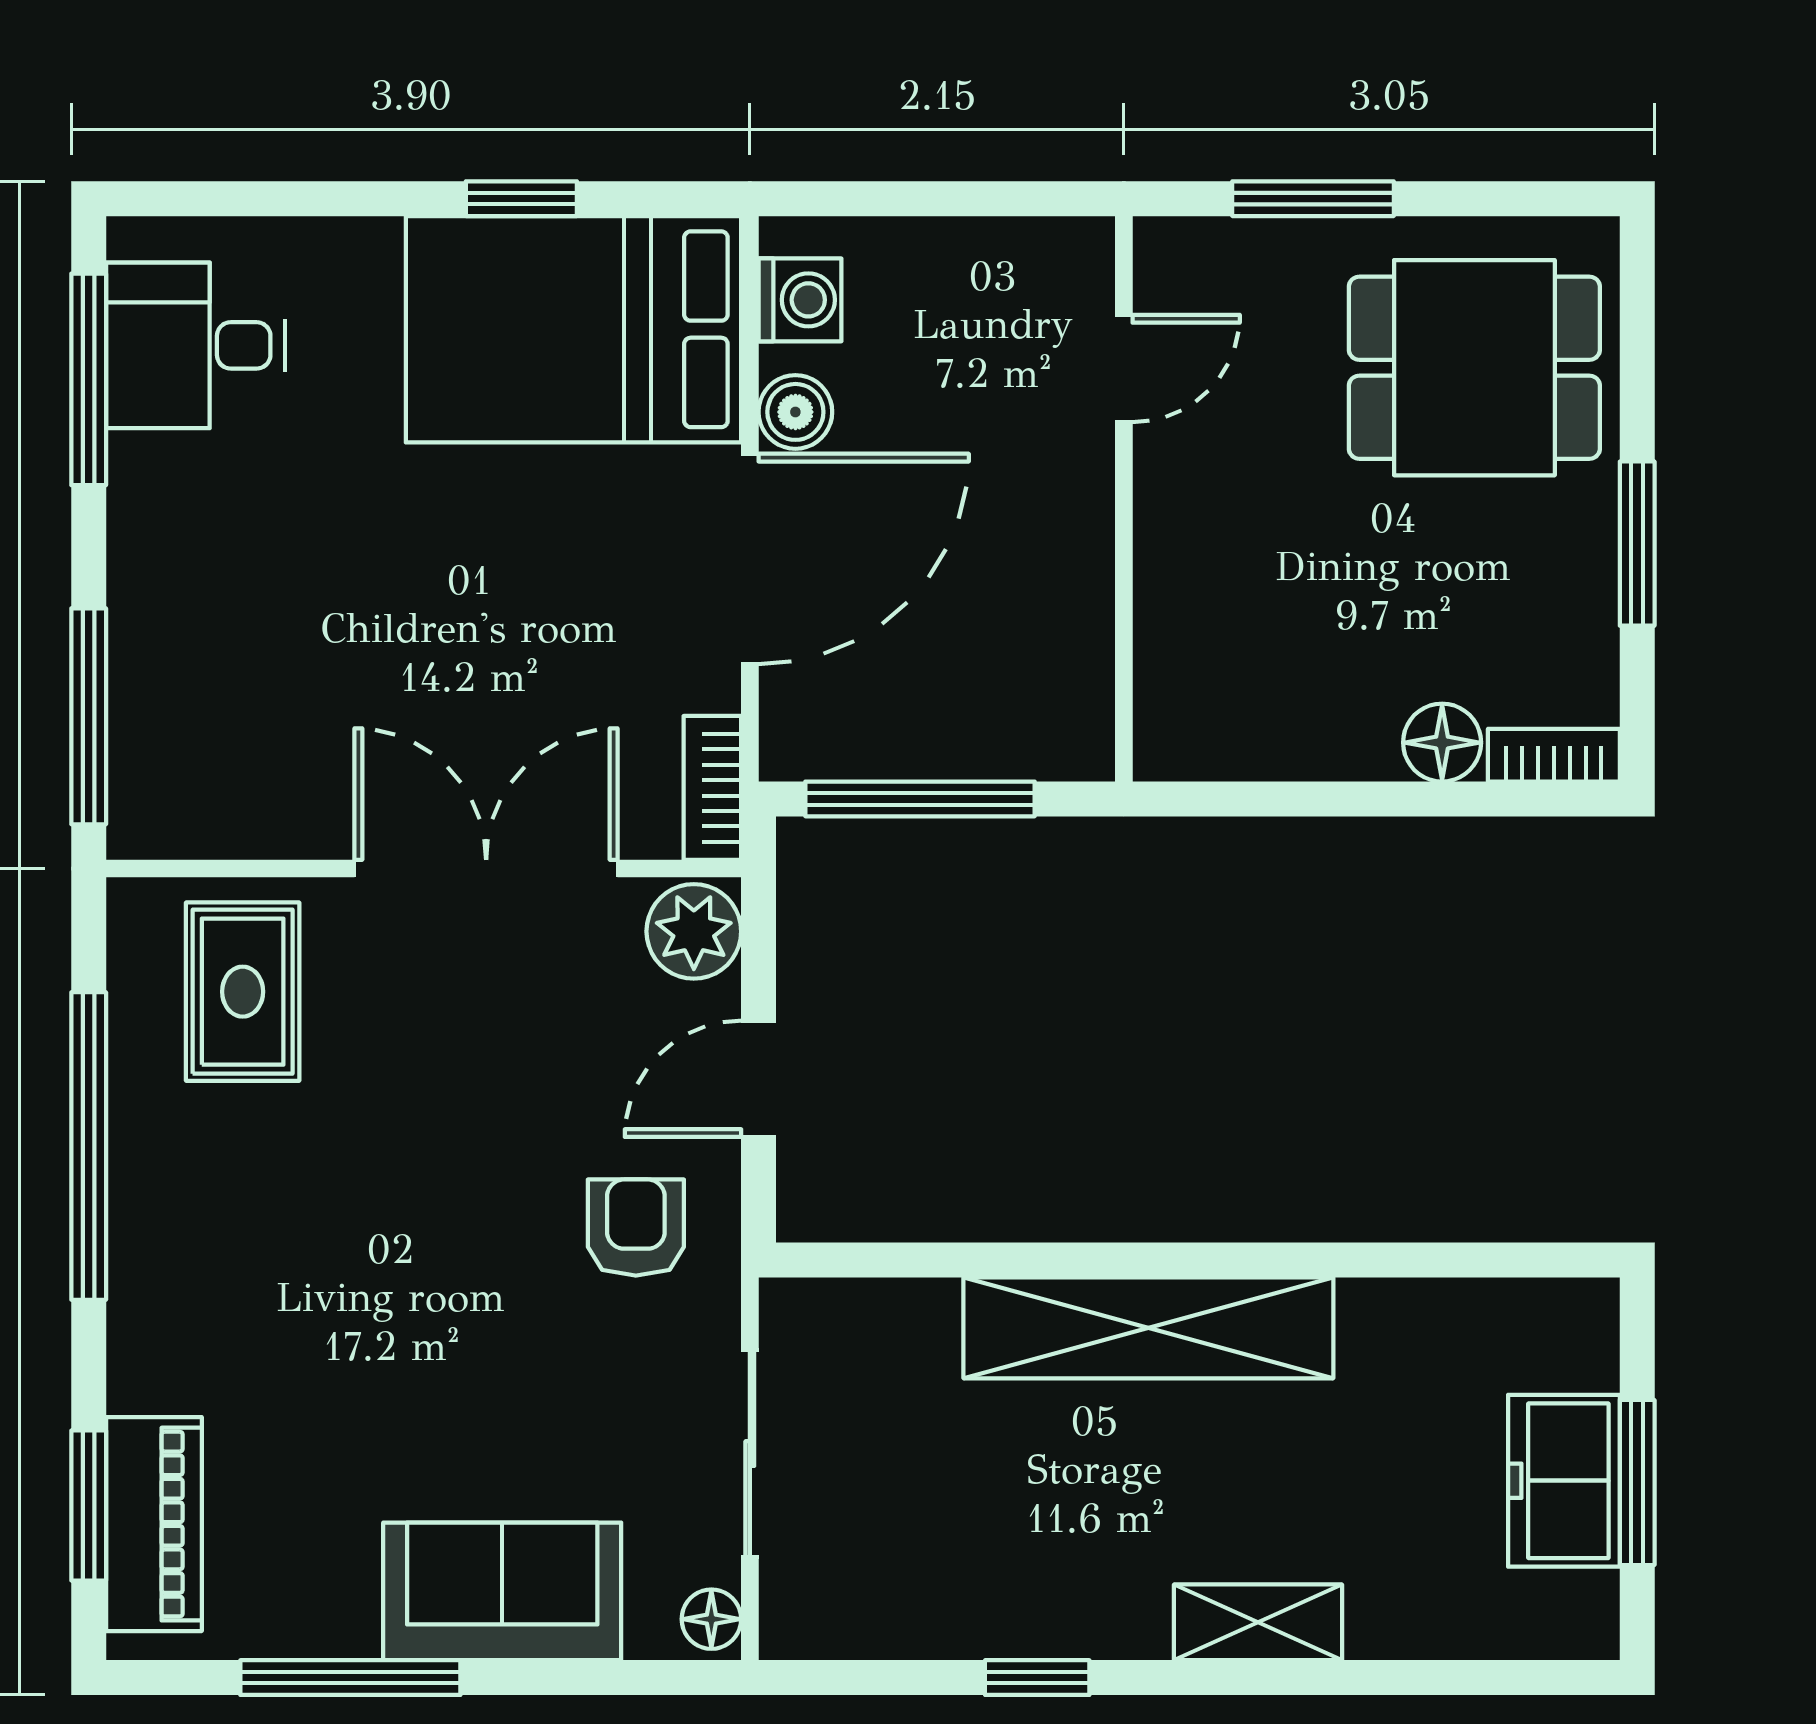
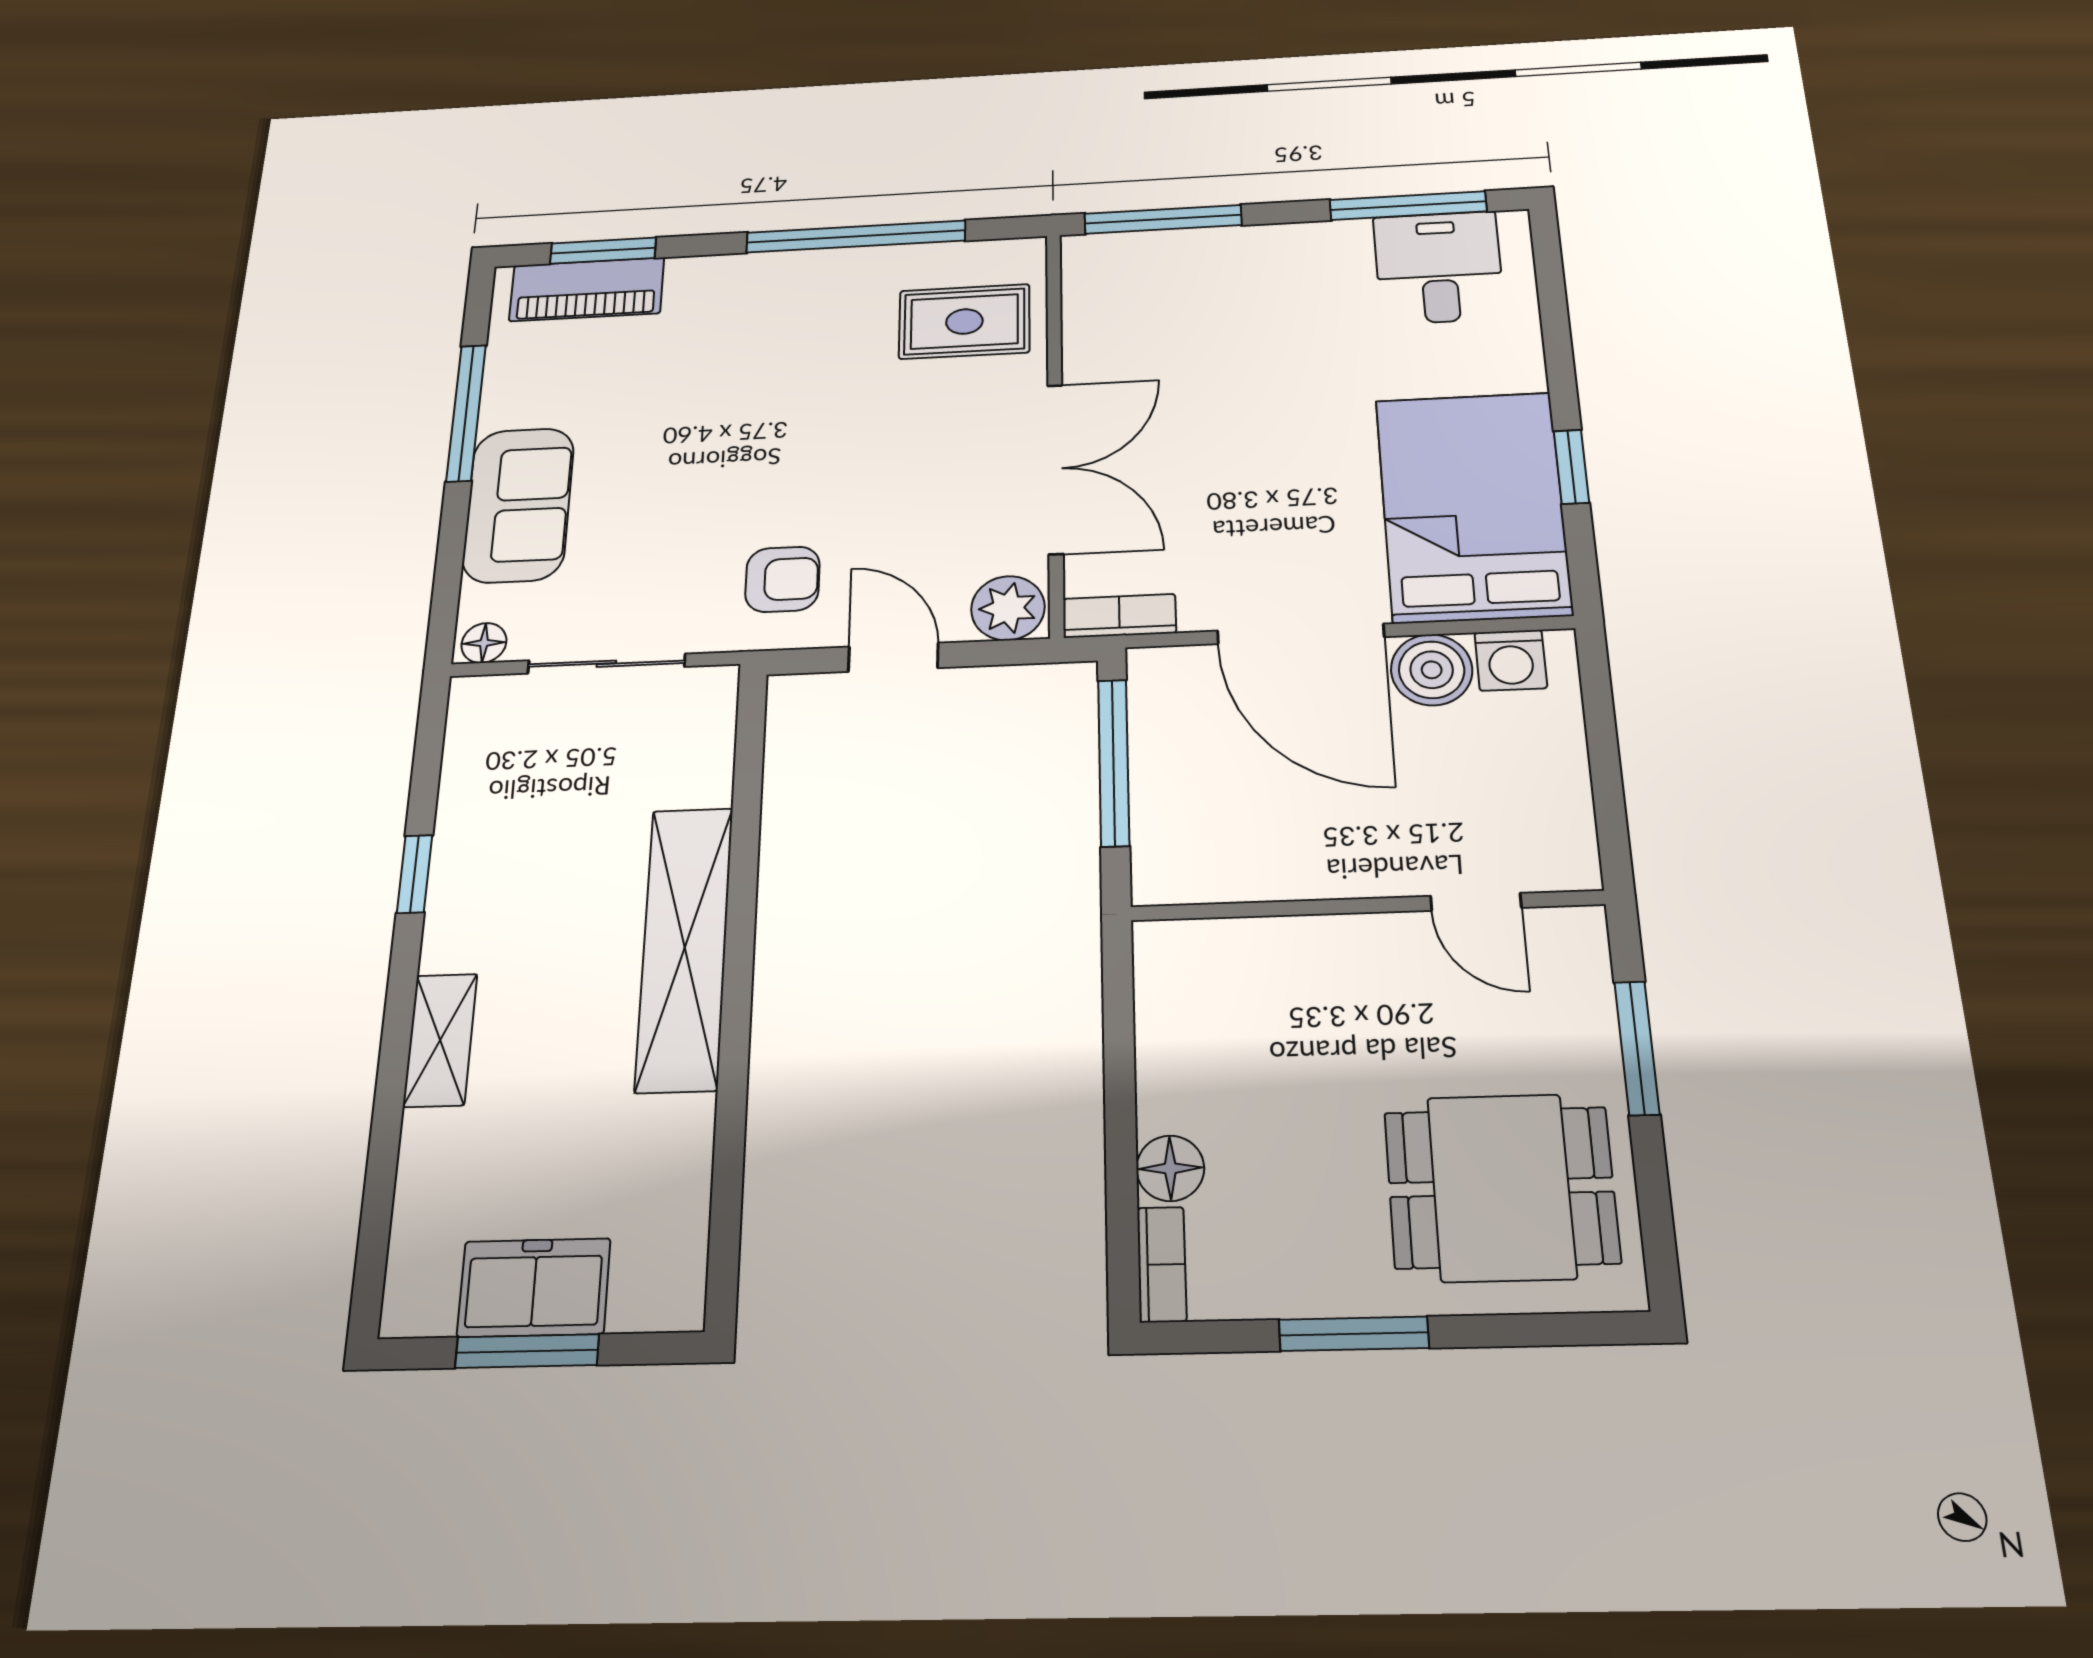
dining table: (1474, 368) -> (1501, 1187), turned 90
boiler: (795, 412) -> (1432, 670), width x1.36, depth x1.36

